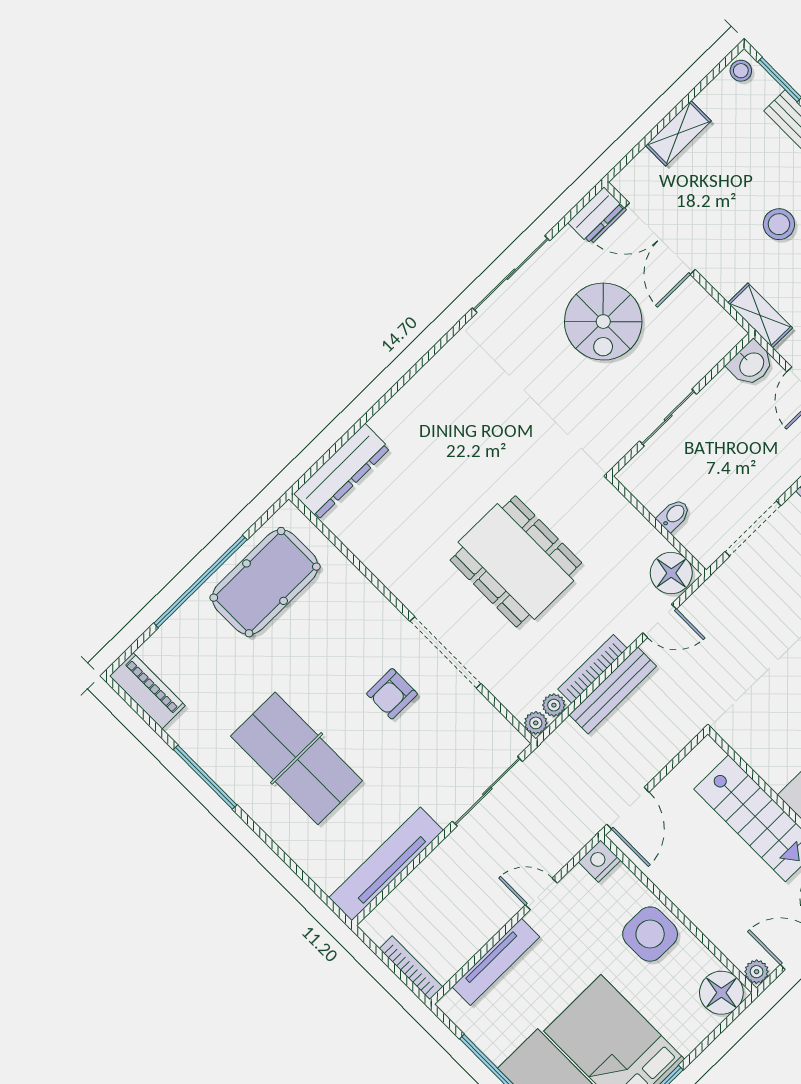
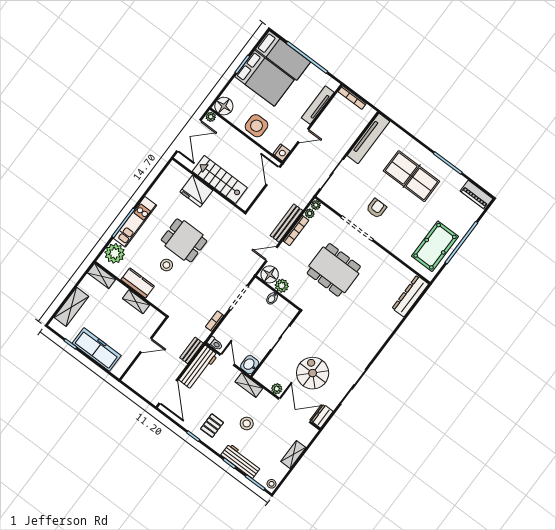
plant: (695, 297) -> (277, 389), added
plant: (646, 542) -> (282, 286), added

